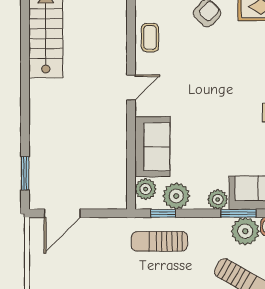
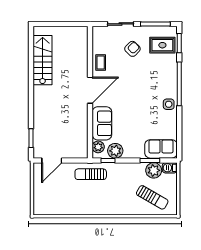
door: (131, 87) -> (90, 90), width x1.88
plant: (218, 199) -> (138, 153), removed
sun lounger: (159, 241) -> (91, 174), moved

